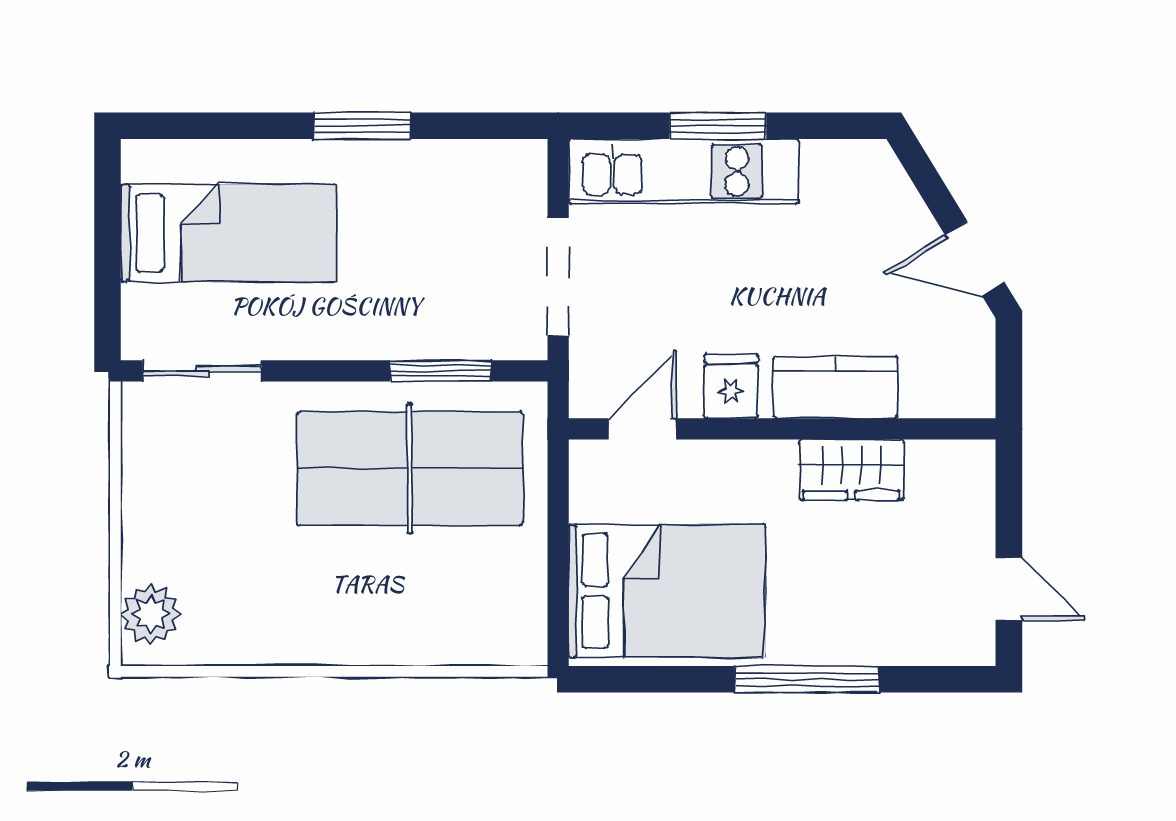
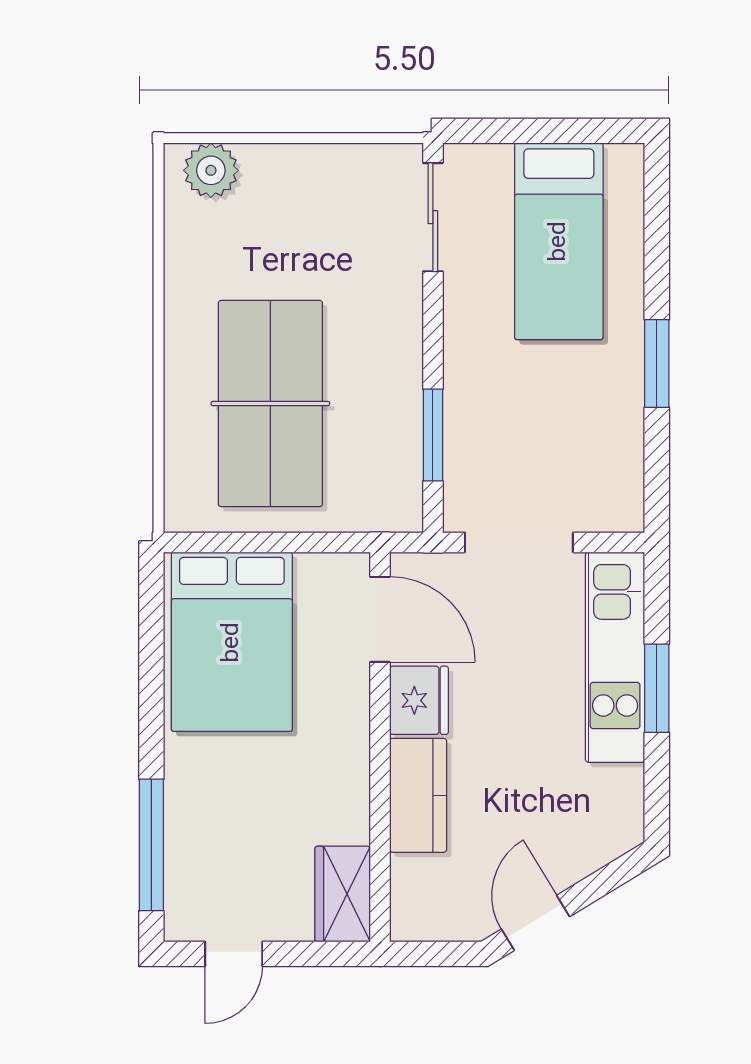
fridge: (731, 386) -> (419, 700), width x1.38
door: (642, 429) -> (380, 619), width x1.38
table tennis table: (410, 468) -> (270, 404), moved
wardrobe: (851, 470) -> (343, 894), moved
window: (807, 679) -> (151, 845), moved

